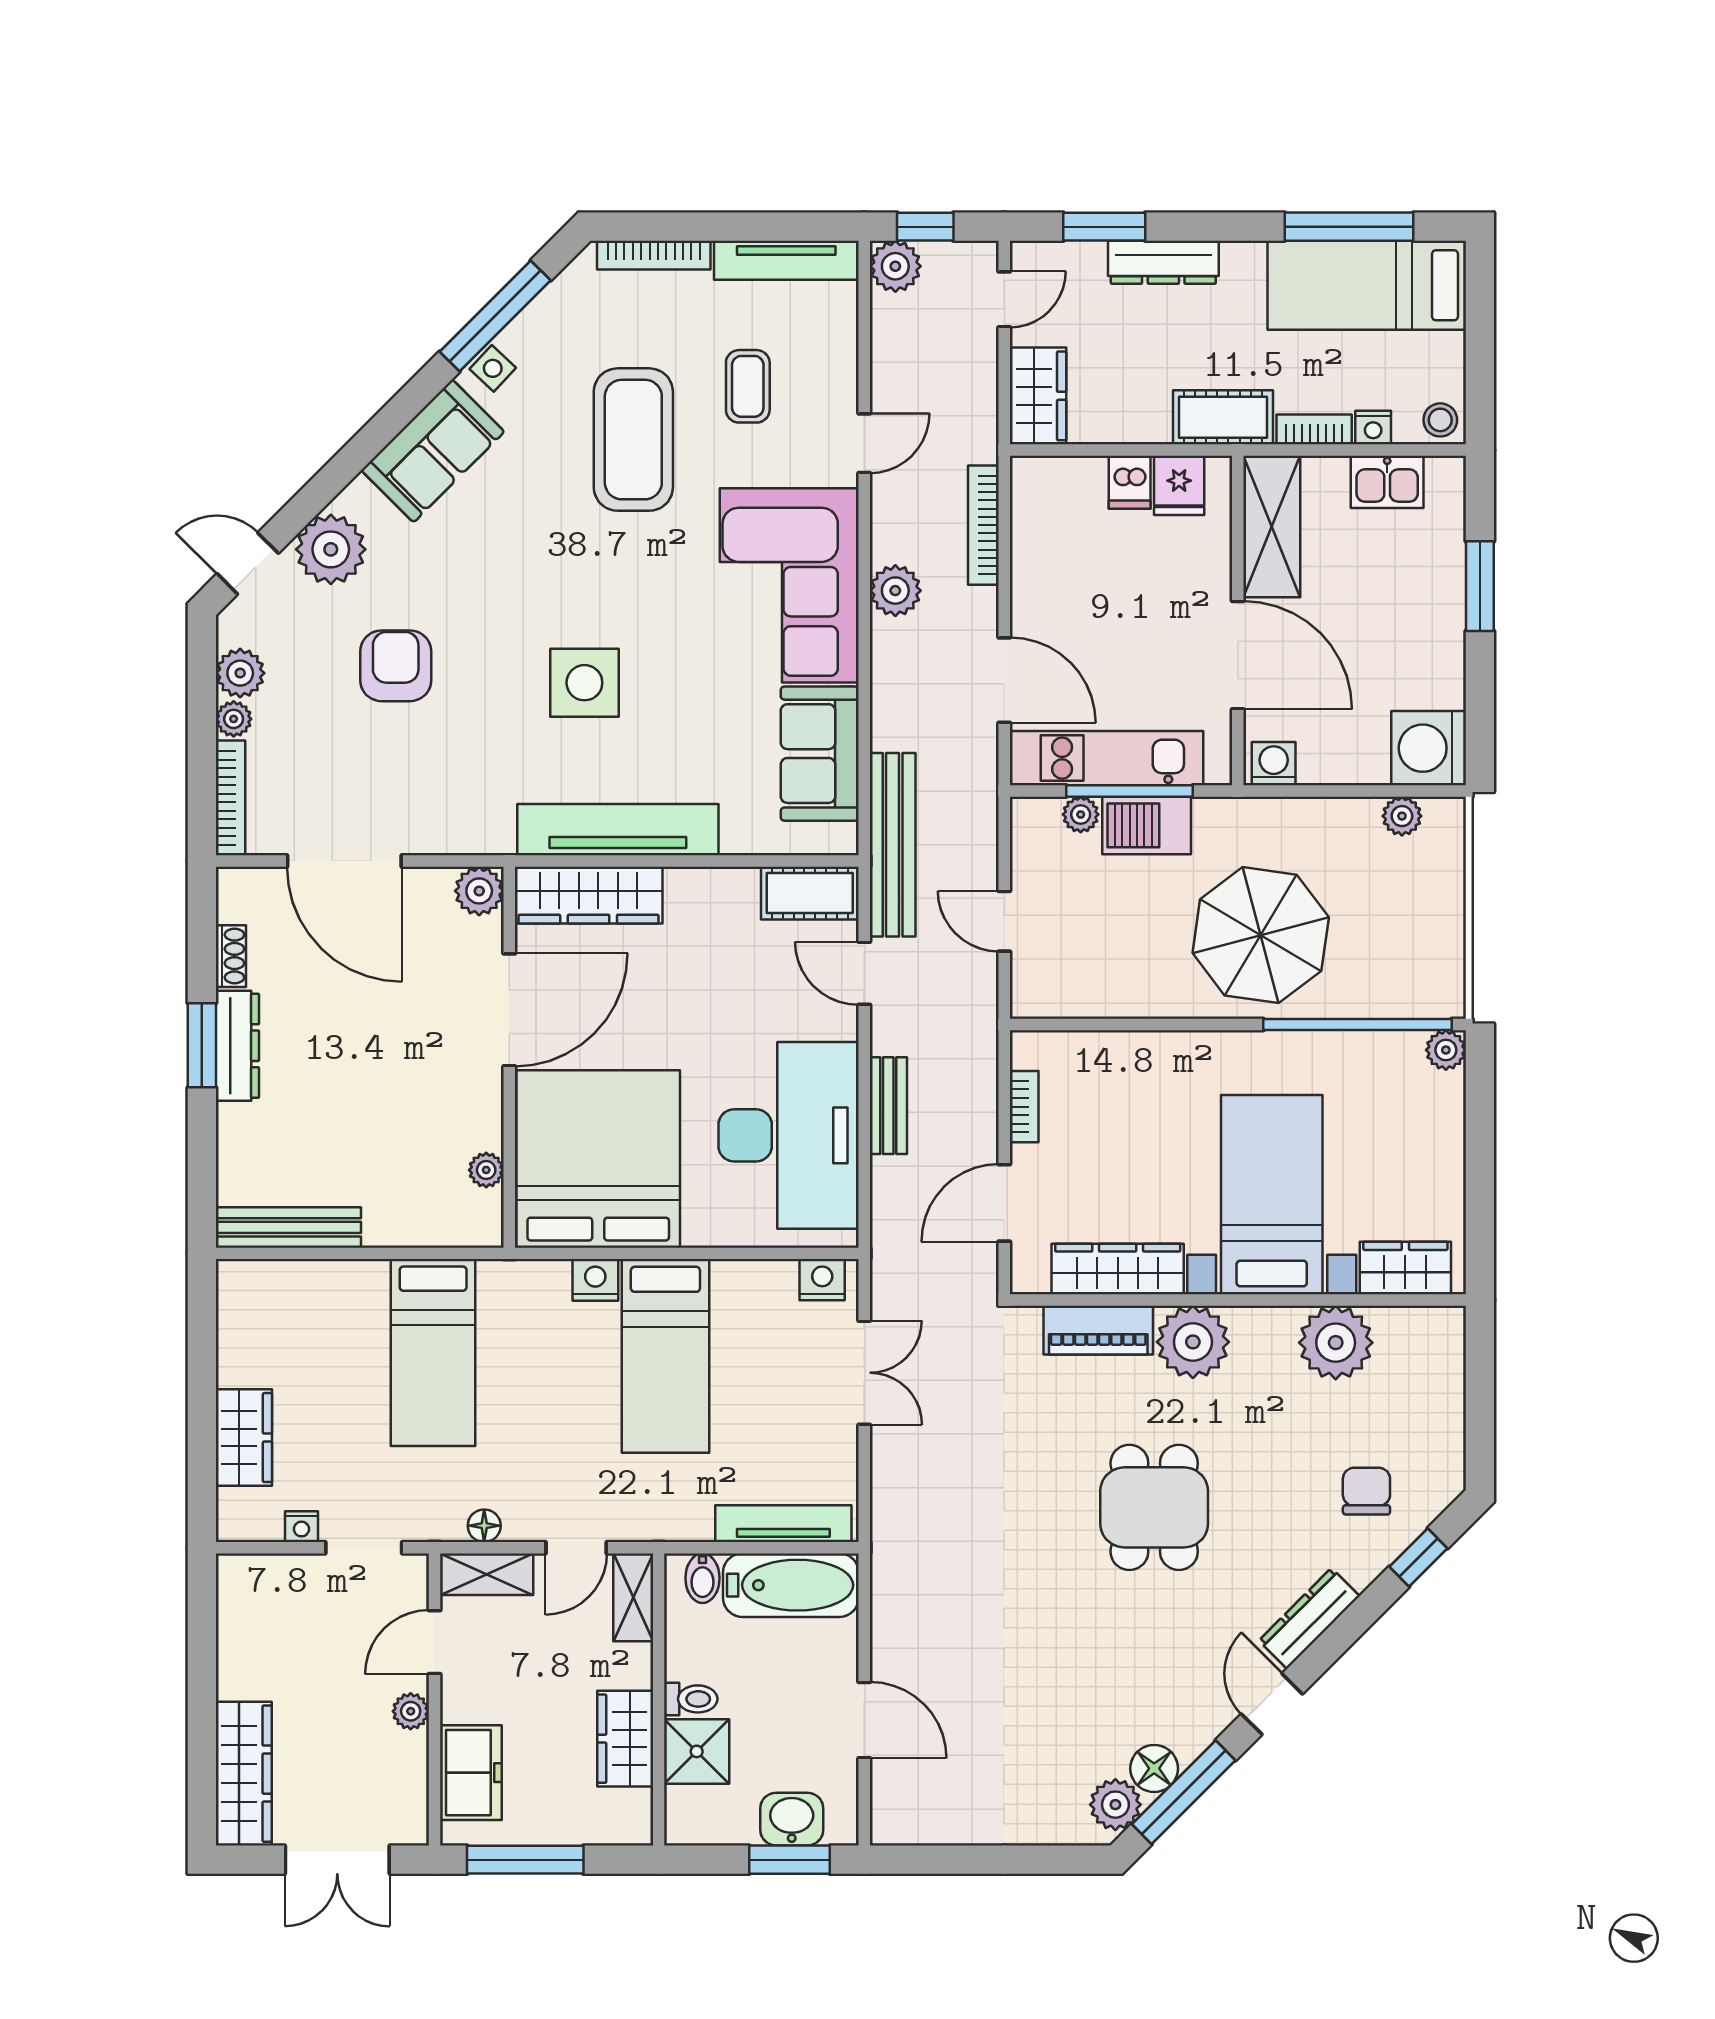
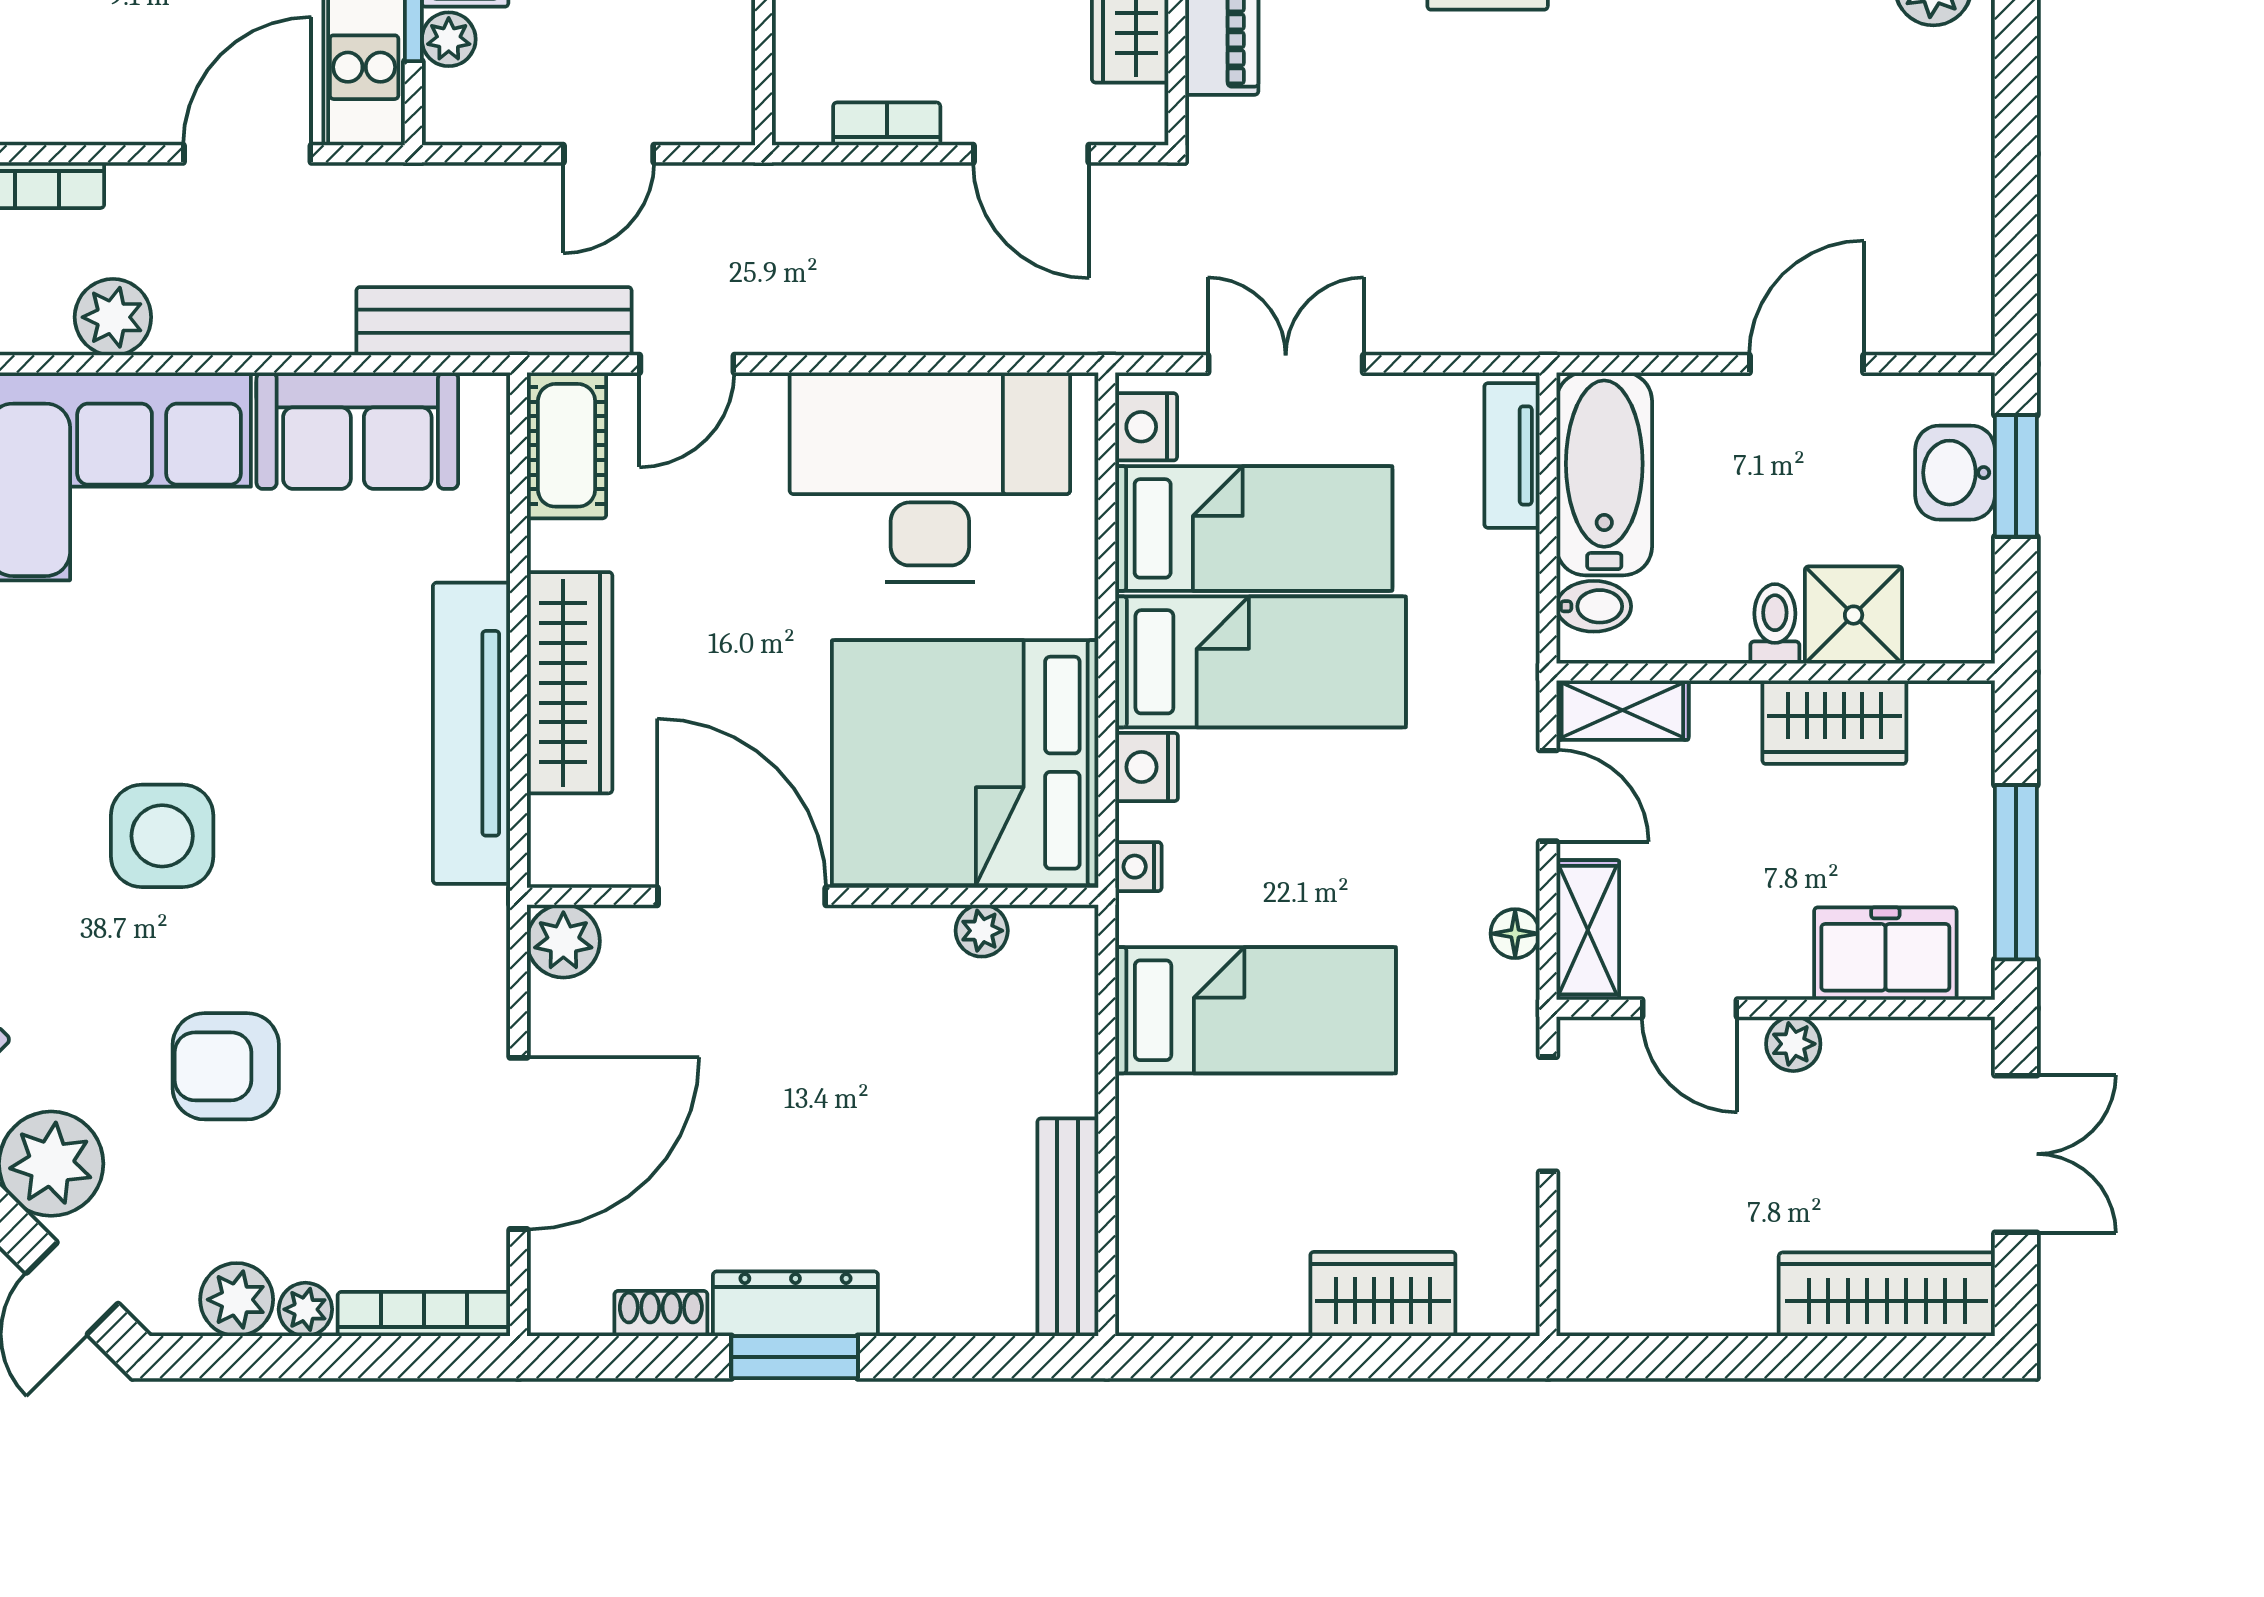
side table: (584, 683) -> (162, 836), moved
wardrobe: (589, 895) -> (570, 683), moved
bench: (888, 1106) -> (885, 328), removed
bed: (754, 1351) -> (1254, 528), added
tv unit: (783, 1524) -> (1512, 455), width x0.71
nightstand: (301, 1527) -> (1138, 867), moved, turned 180

